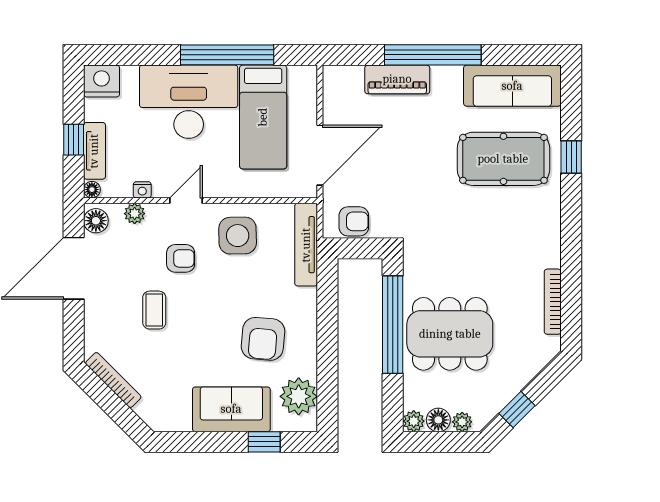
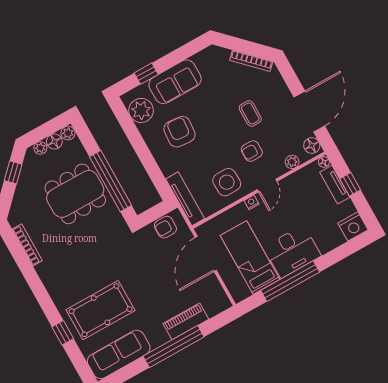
desk: (189, 102) -> (292, 251), width x0.73, depth x0.77
nightstand: (142, 190) -> (252, 202), moved

